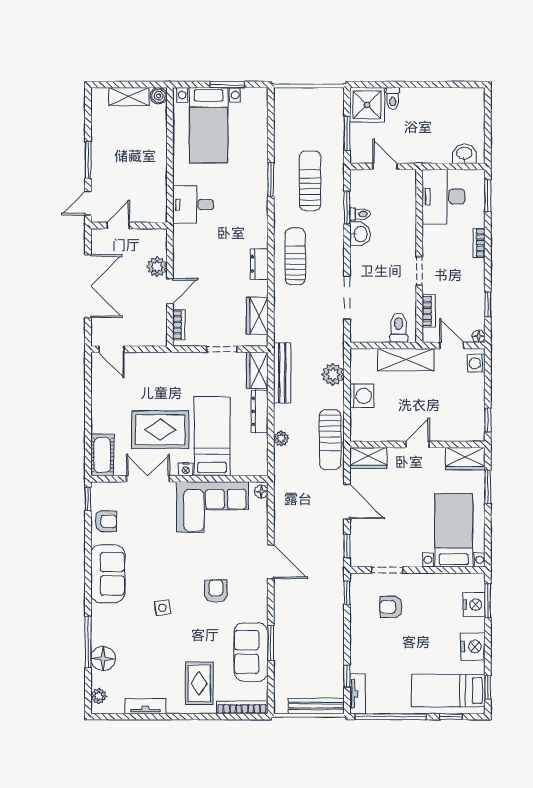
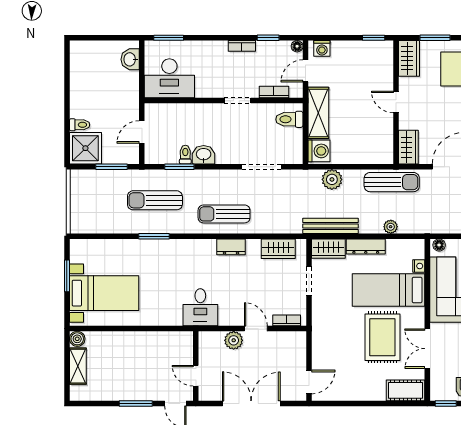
desk: (193, 204) -> (200, 307), moved
bookcase: (479, 243) -> (242, 46), moved
washing machine: (362, 396) -> (319, 151), moved, turned 90
nightstand: (186, 469) -> (419, 266), moved

